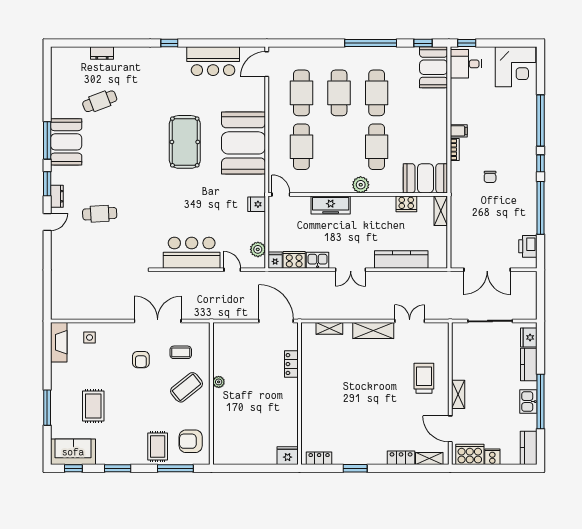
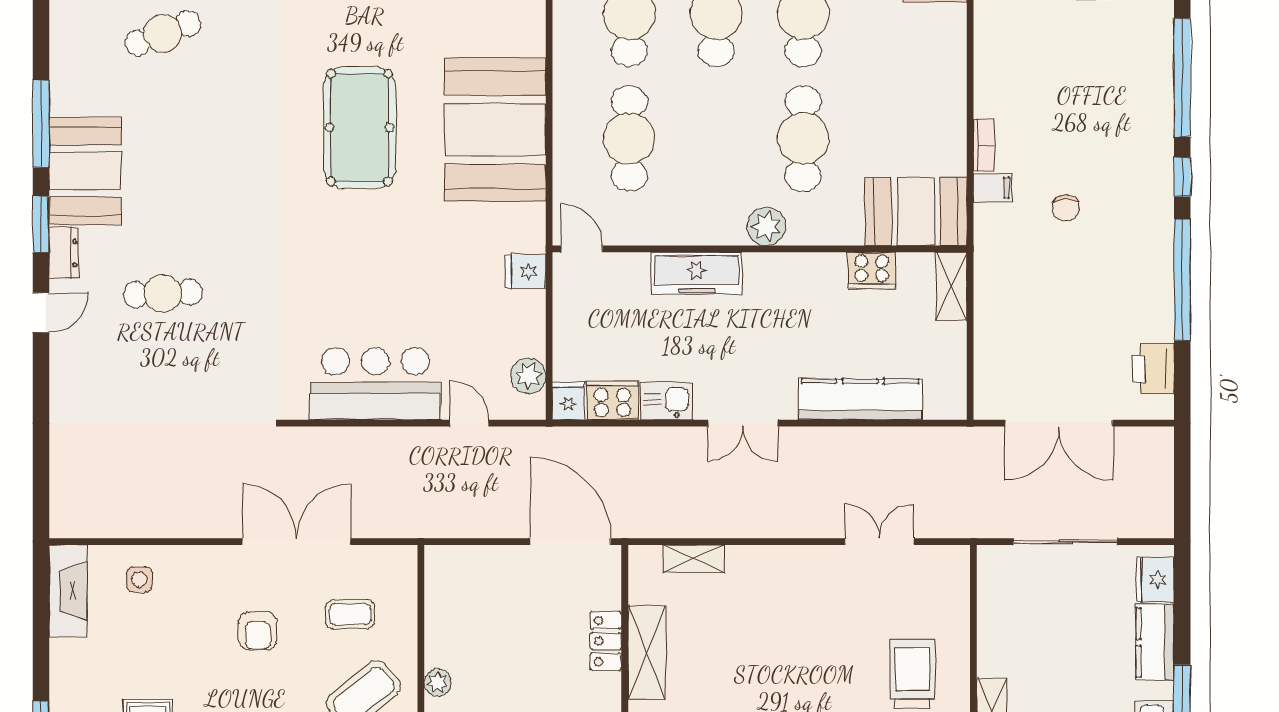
filing cabinet: (459, 131) -> (993, 188), moved
booth: (66, 142) -> (85, 171), moved
shelving: (373, 331) -> (647, 653), moved, turned 90

